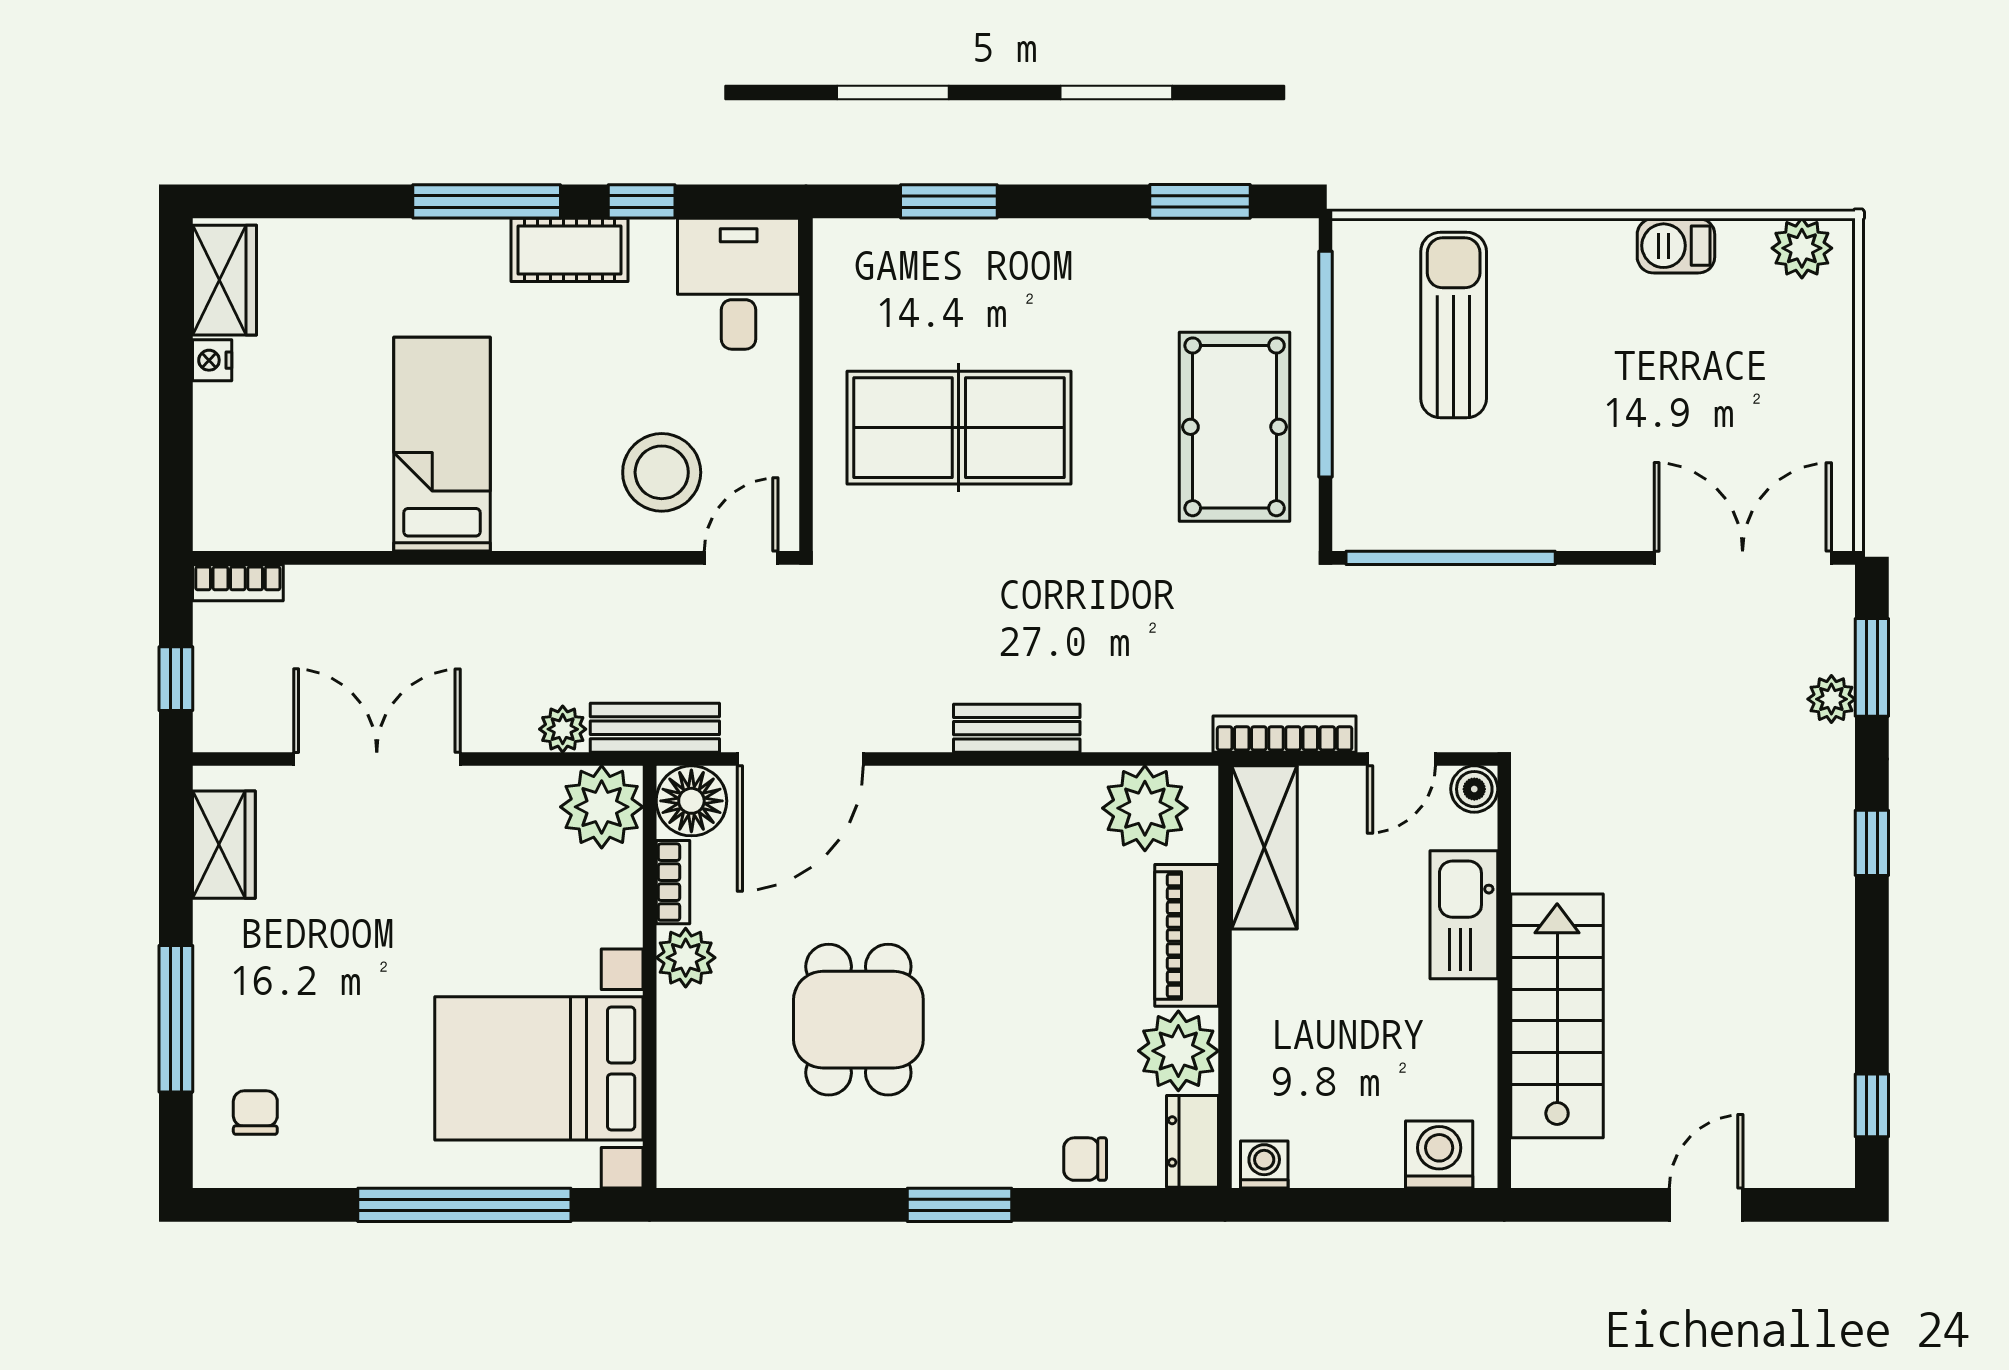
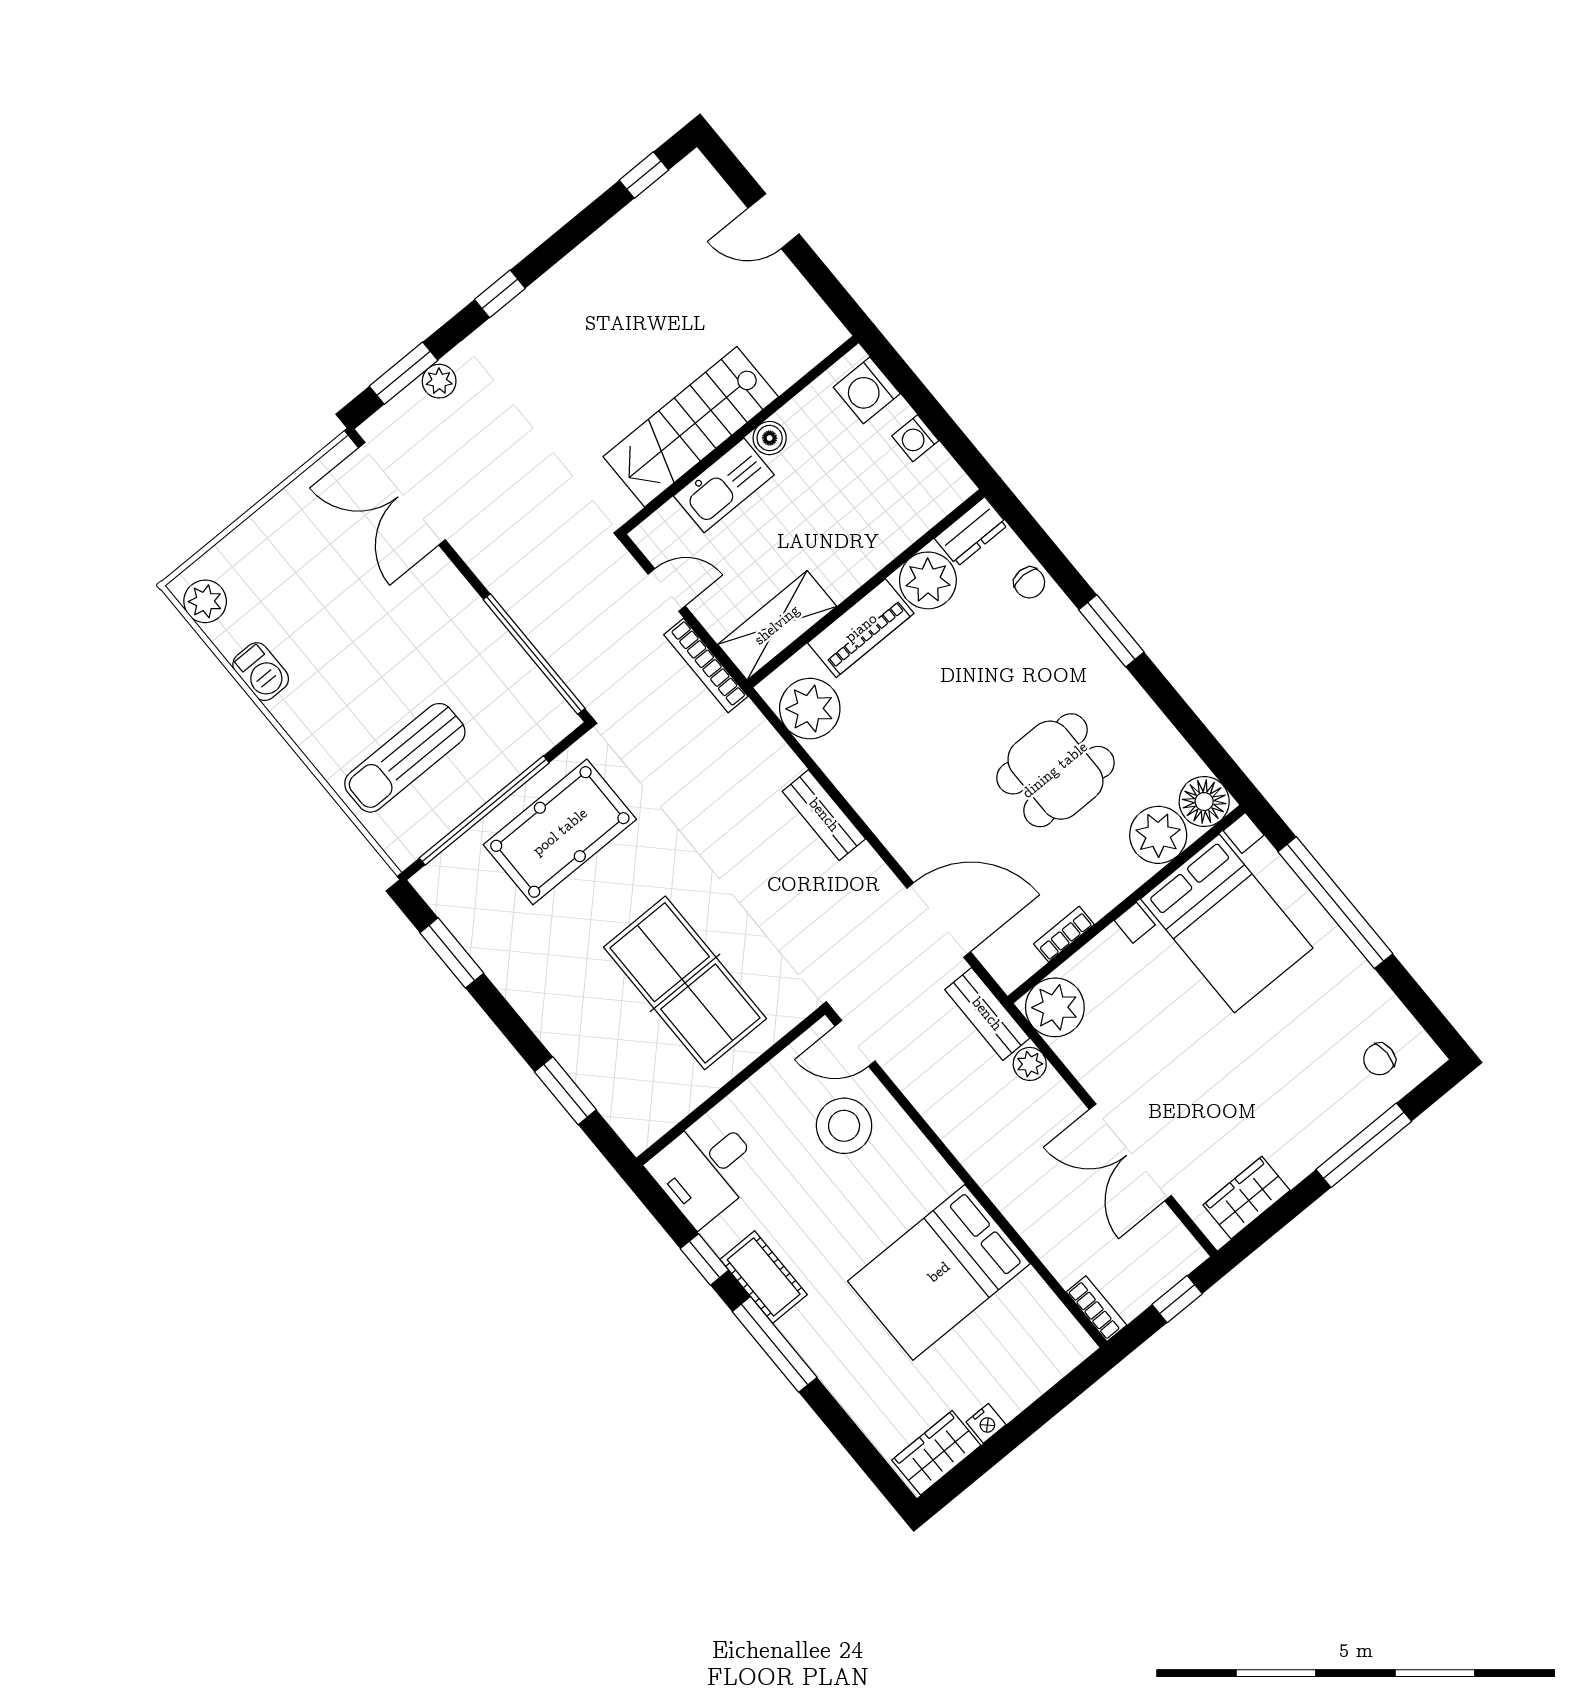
bed: (442, 444) -> (939, 1272), width x1.50
boiler: (1474, 789) -> (770, 438), moved
floor lamp: (691, 801) -> (1204, 802), moved
plant: (686, 958) -> (1158, 835), moved, width x1.36, depth x1.36
stairs: (1557, 1016) -> (691, 427), moved
washing machine: (1264, 1164) -> (915, 438), moved

